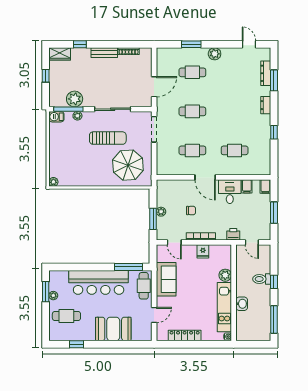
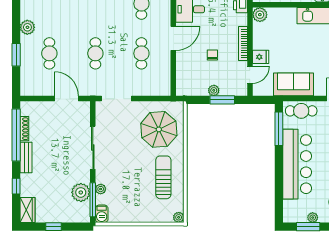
window: (123, 44) -> (16, 135), added
sun lounger: (108, 138) -> (163, 177), moved
fridge: (203, 251) -> (261, 57), moved
plant: (225, 275) -> (260, 15), moved

